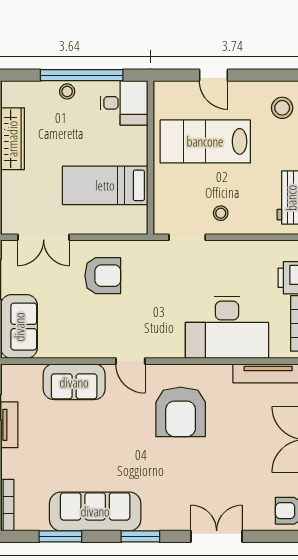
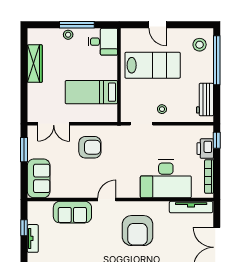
window: (82, 75) -> (77, 25), width x0.68
lab bench: (205, 141) -> (153, 65), turned 180
door: (130, 361) -> (107, 200), swing flipped

